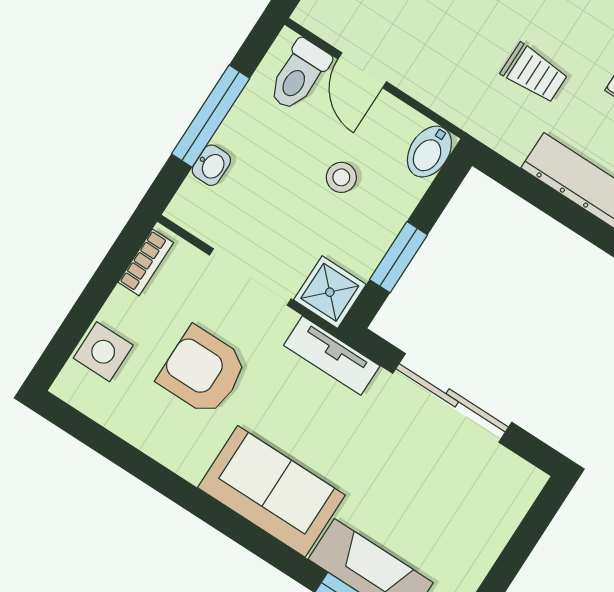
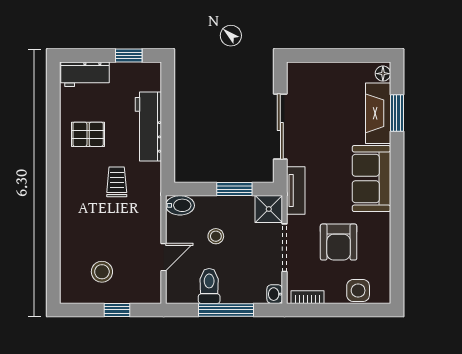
toilet: (299, 75) -> (209, 286), moved, turned -90
washbasin: (211, 165) -> (275, 294), moved, turned -90

